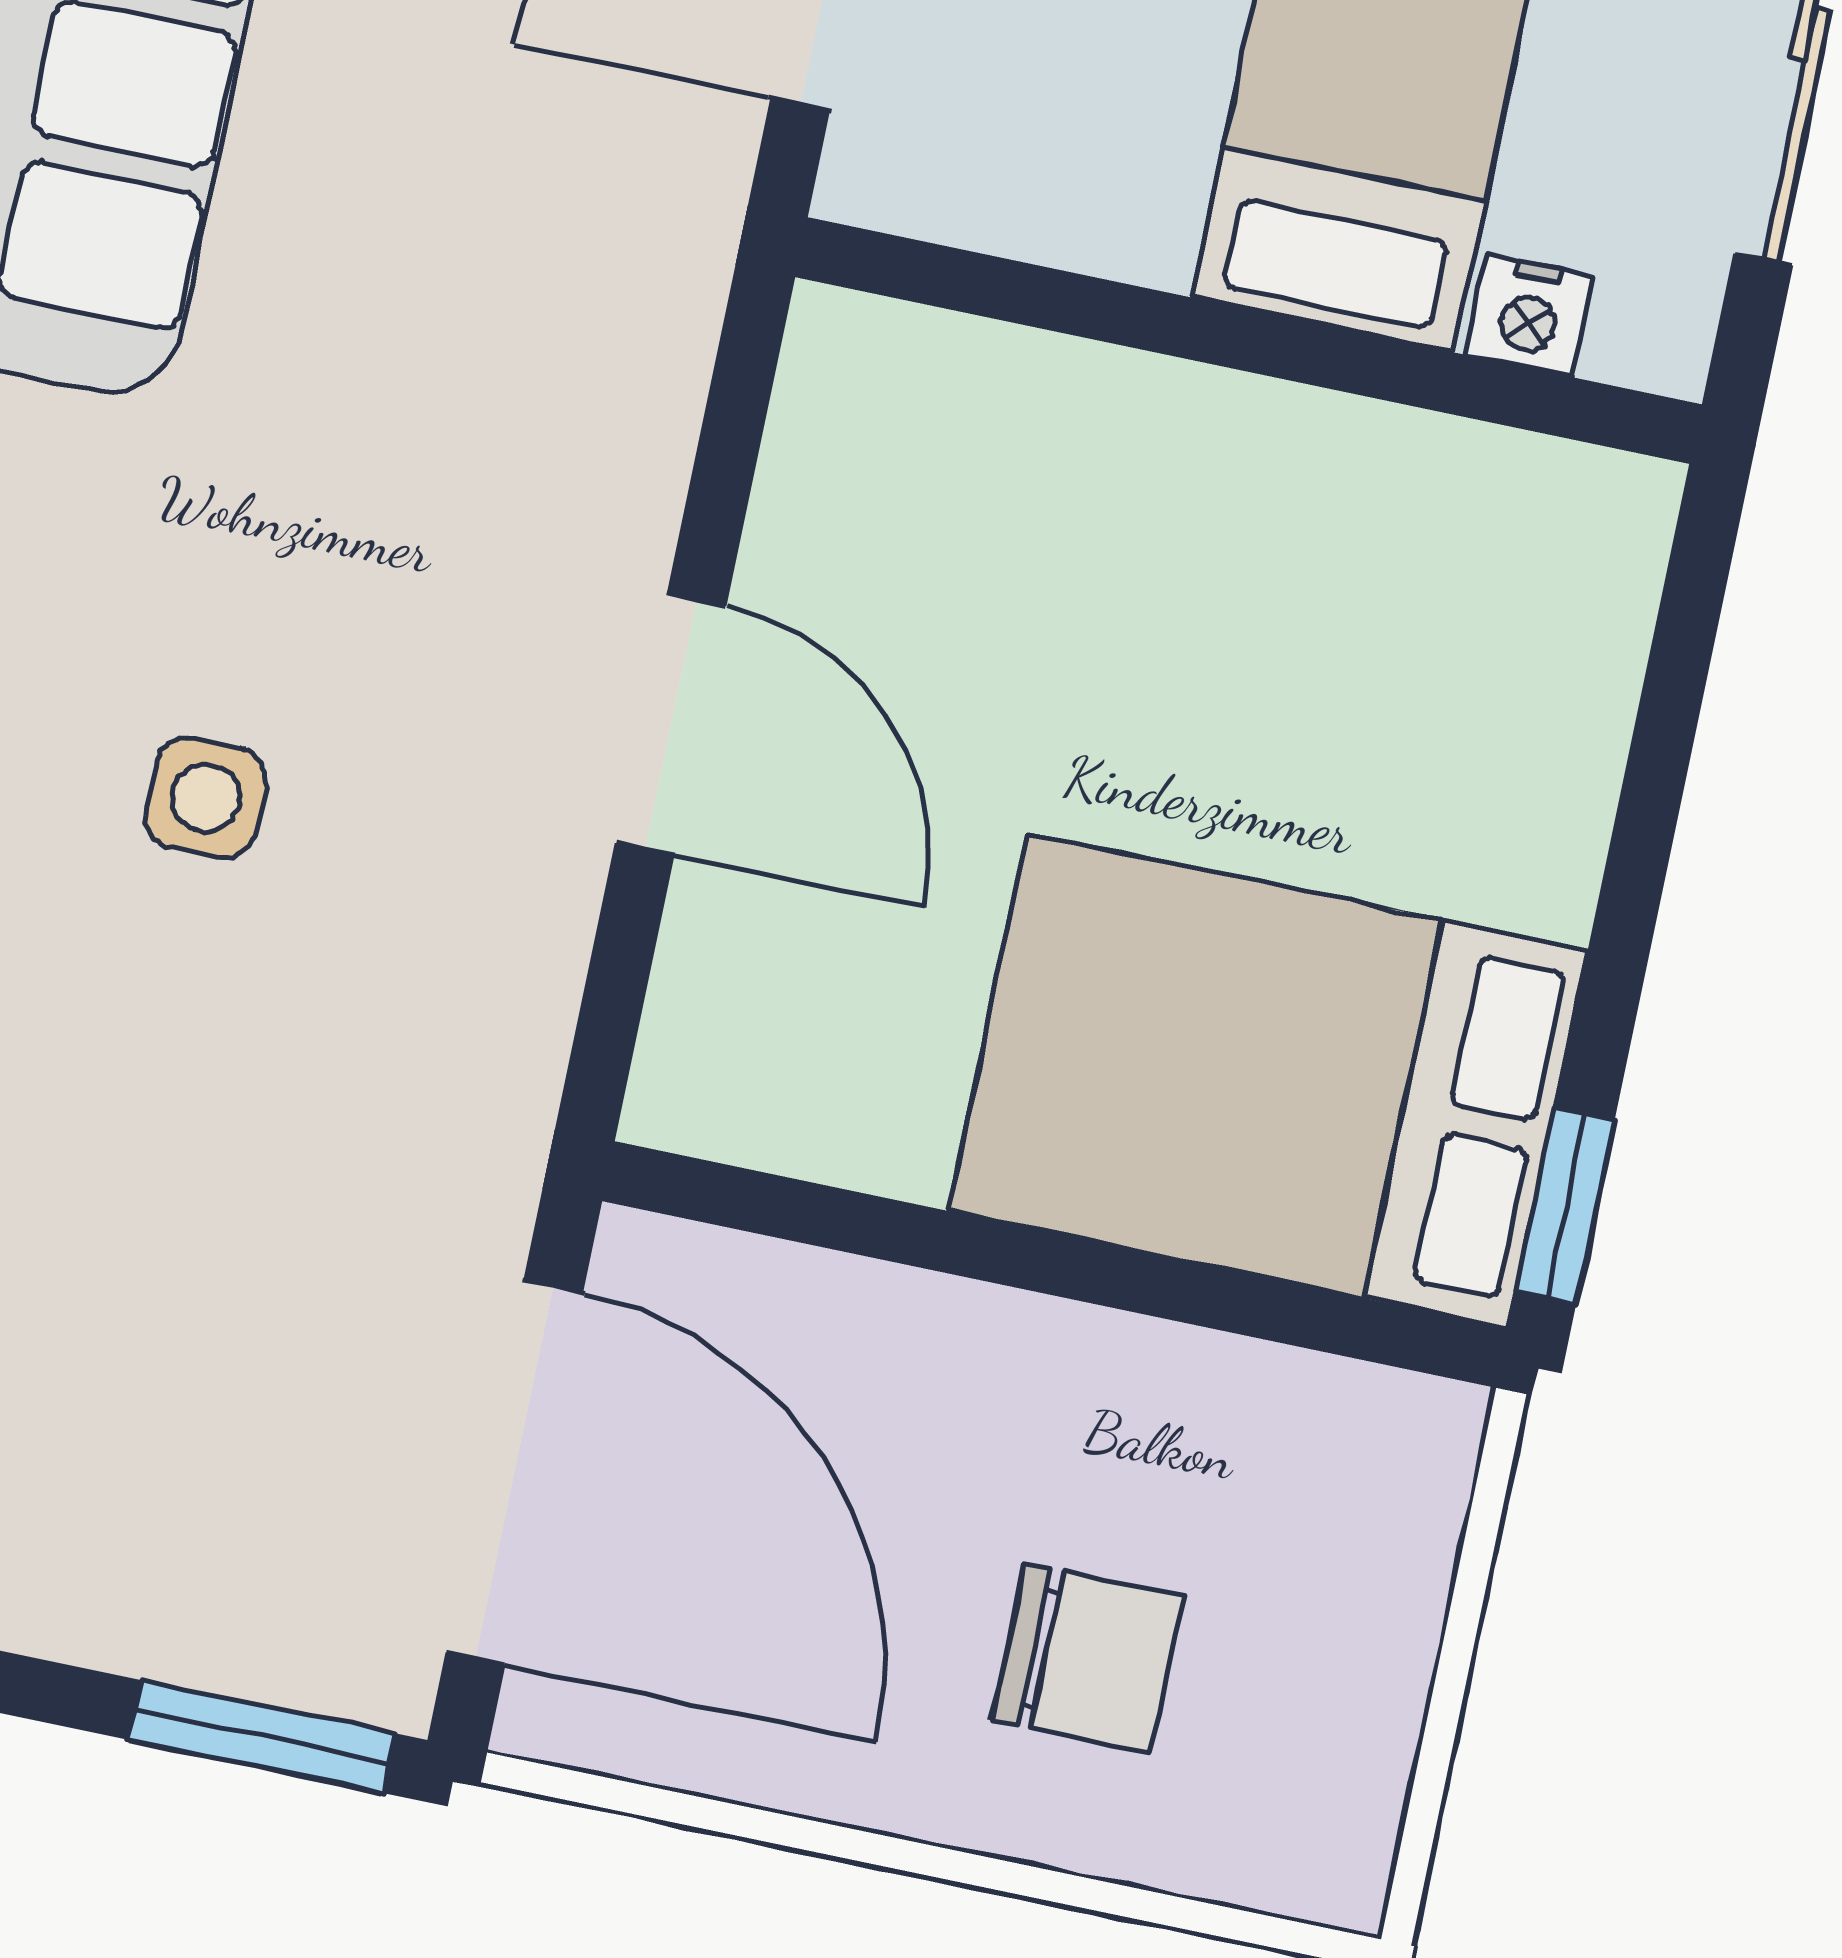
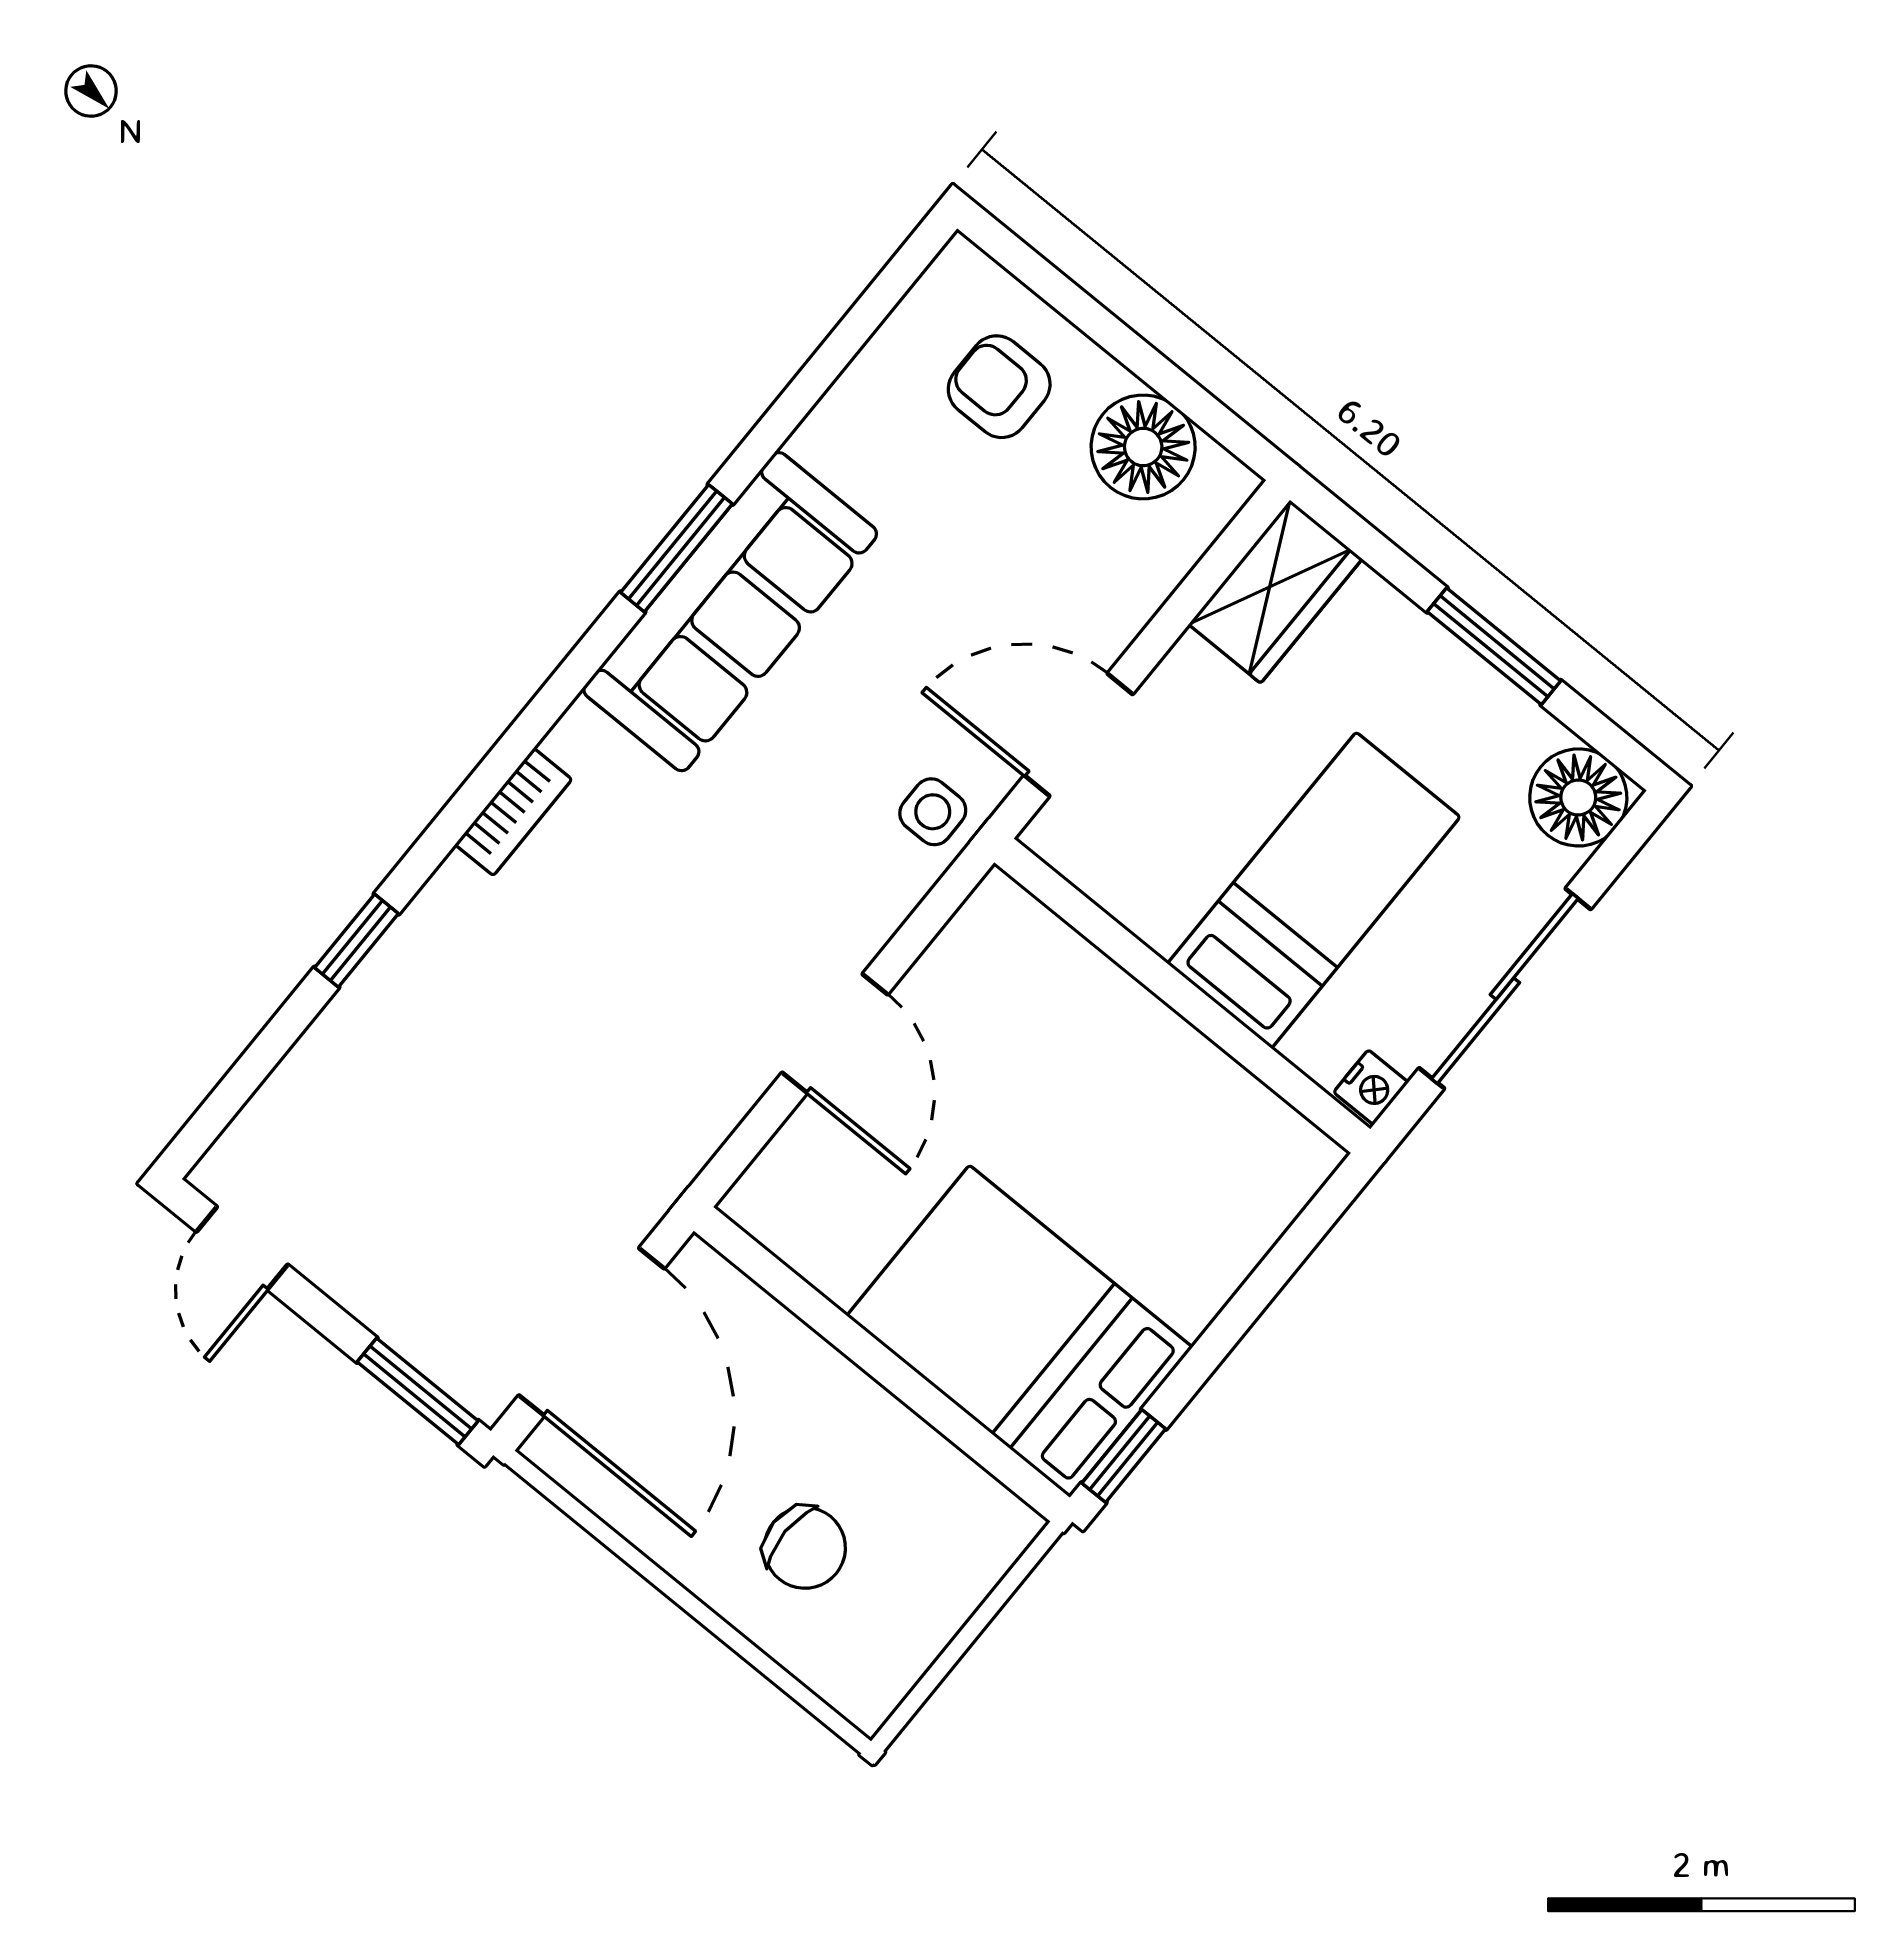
nightstand: (1530, 315) -> (1371, 1087), moved, turned -90
side table: (206, 798) -> (933, 812), moved

